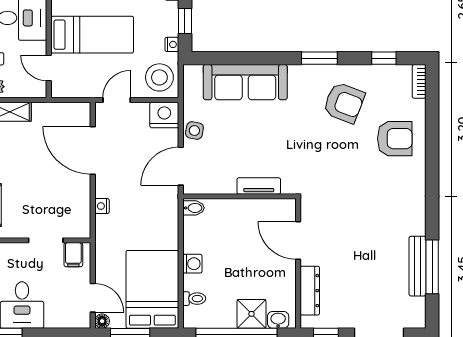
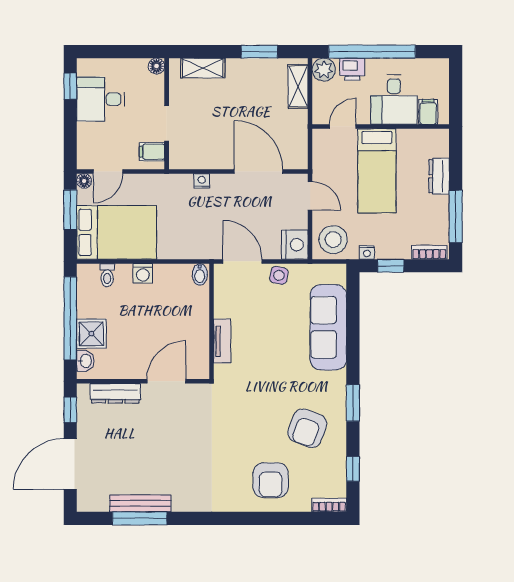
door: (93, 150) -> (258, 172), hinge flipped

